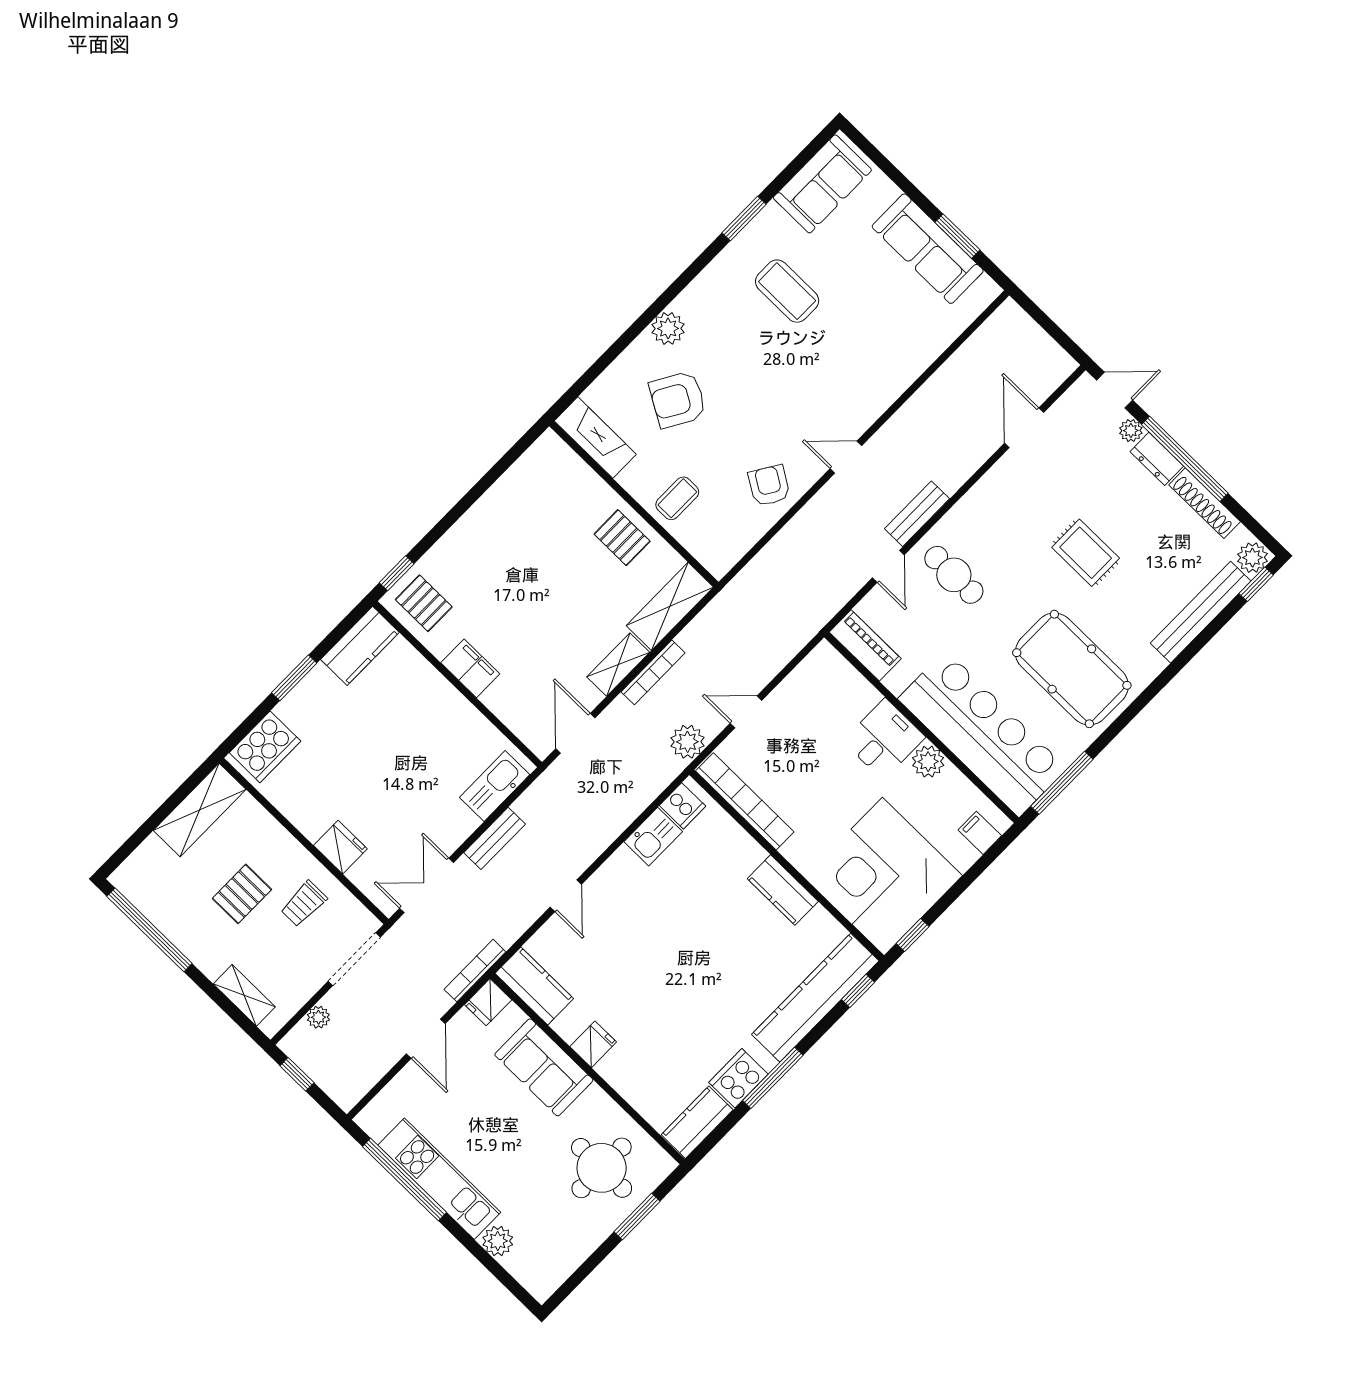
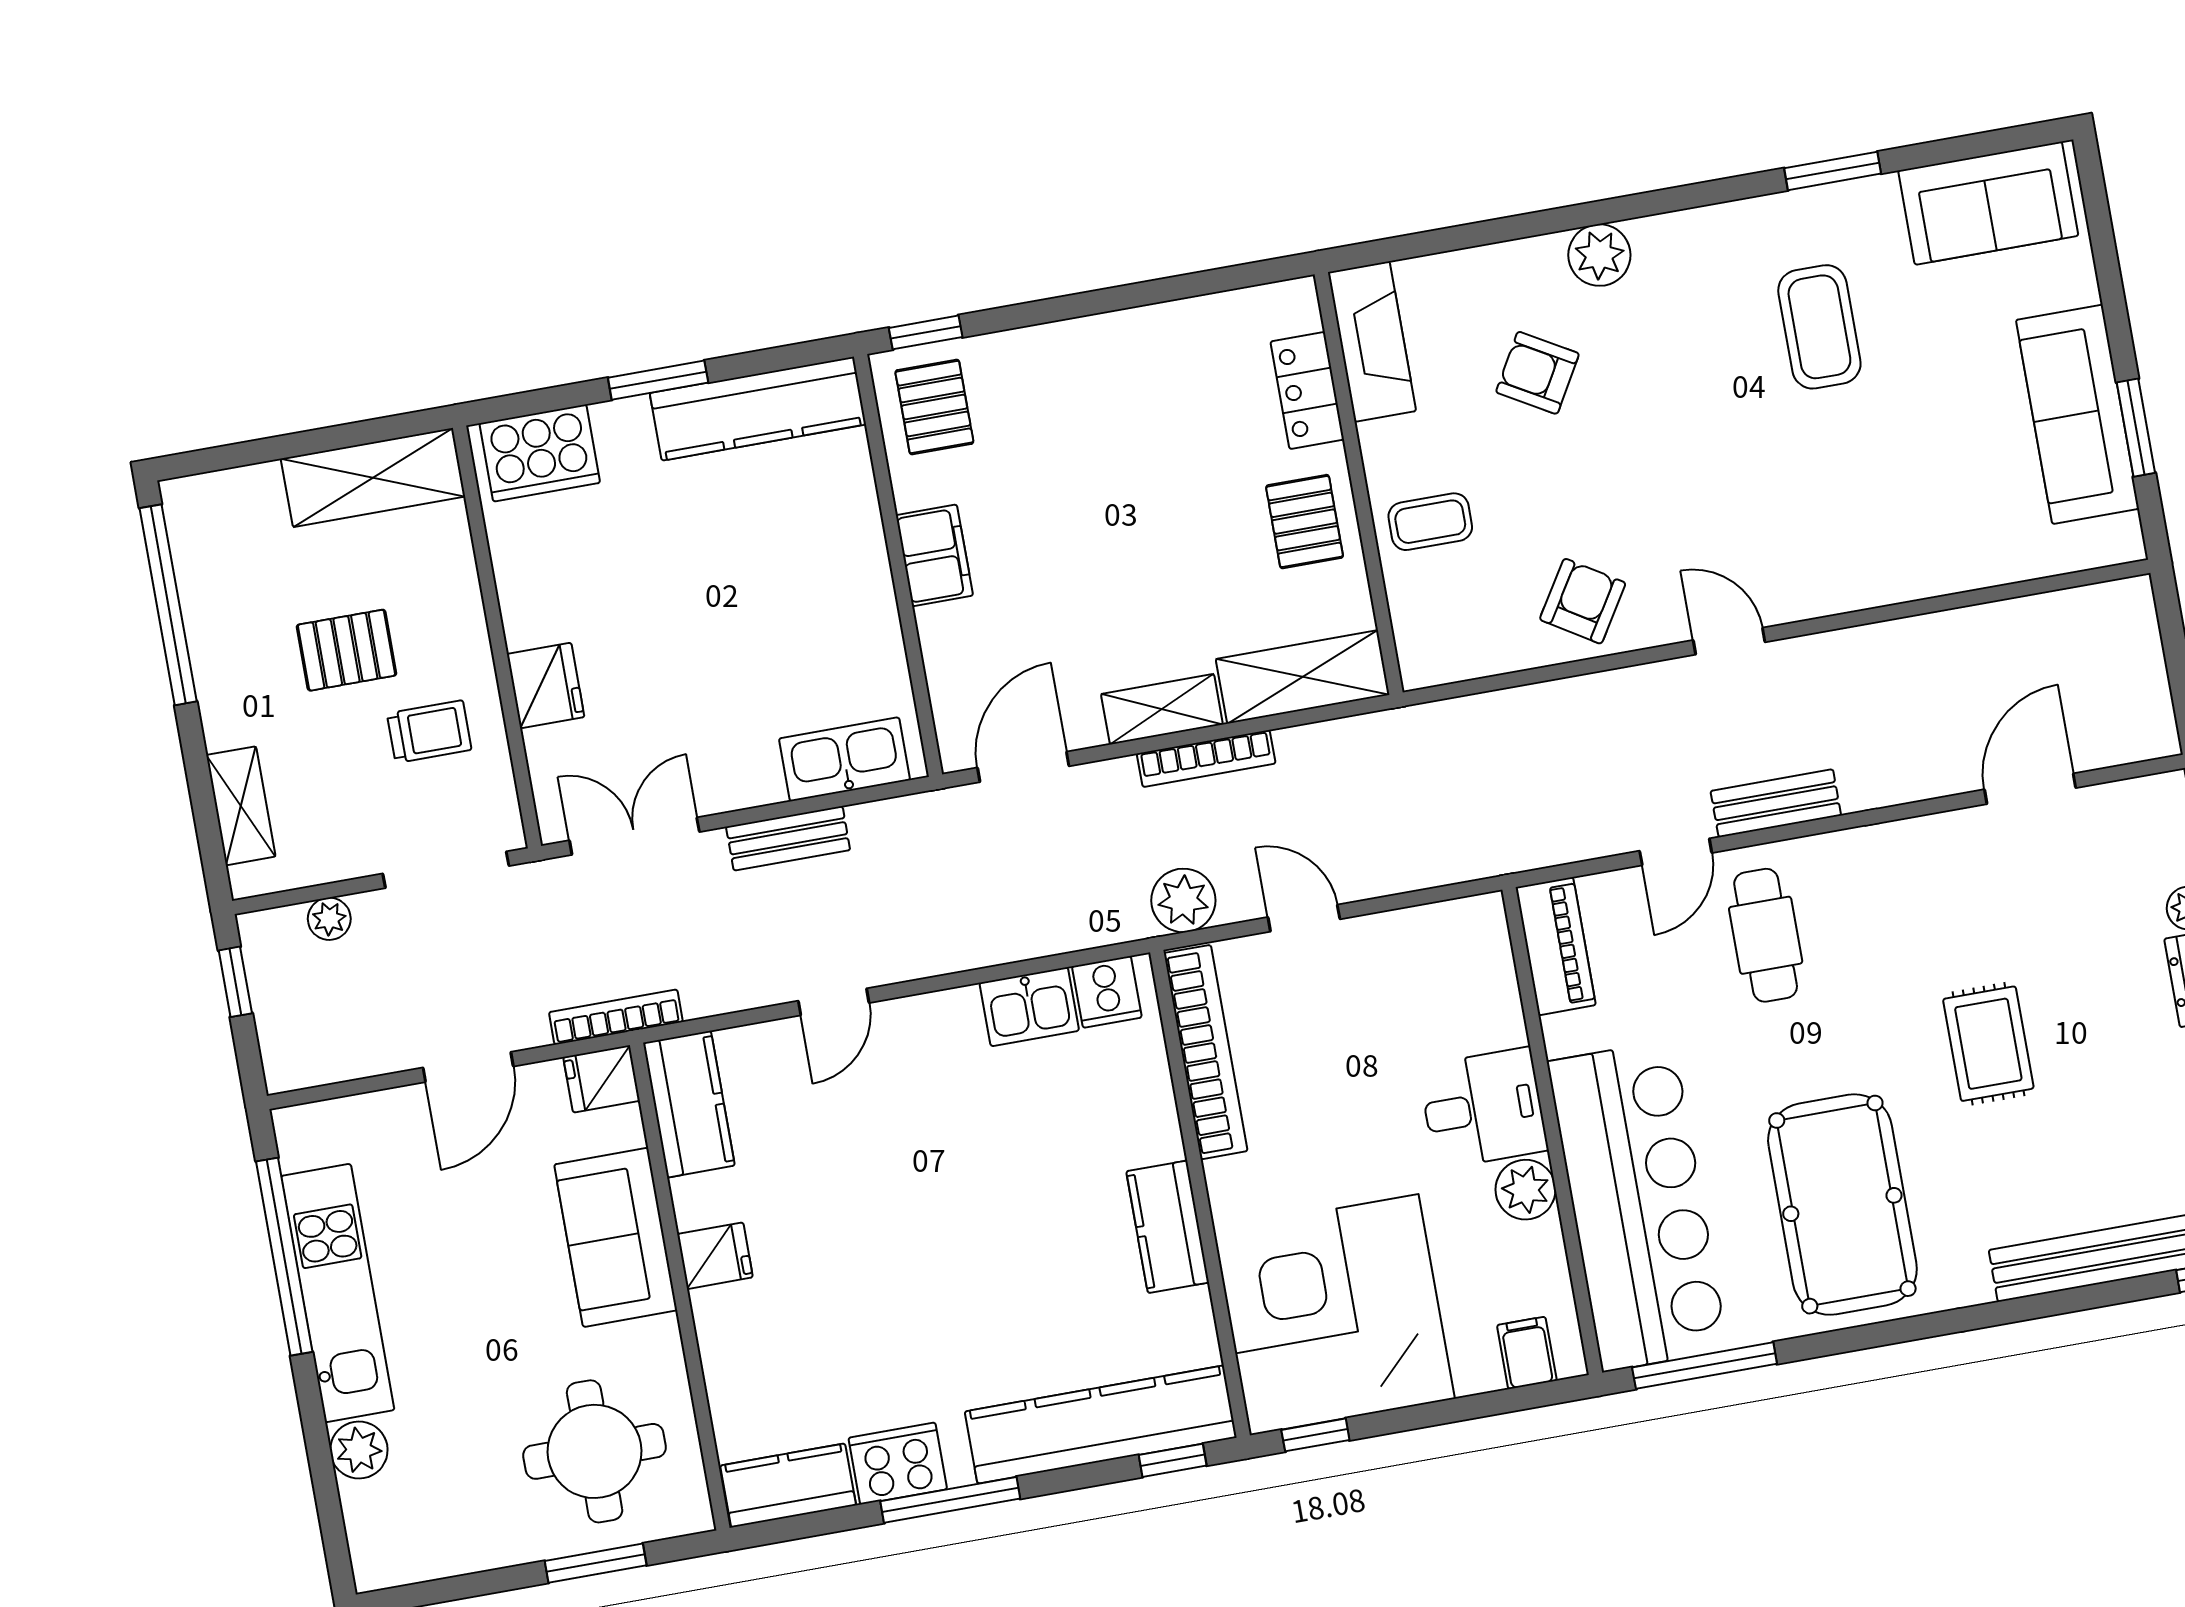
armchair: (678, 399) -> (1537, 373), width x0.72, depth x0.72
locker: (582, 479) -> (1307, 391), added
kitchen counter: (360, 646) -> (758, 409), width x1.50
trolley: (304, 904) -> (429, 732), turned 180

